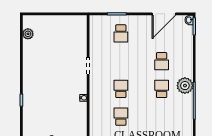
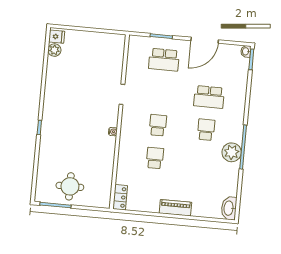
door: (164, 14) -> (205, 40), moved
fridge: (29, 22) -> (57, 37), added
school desk: (121, 33) -> (164, 60), width x1.85
school desk: (162, 61) -> (209, 97), width x1.85
plant: (185, 86) -> (232, 152), moved

